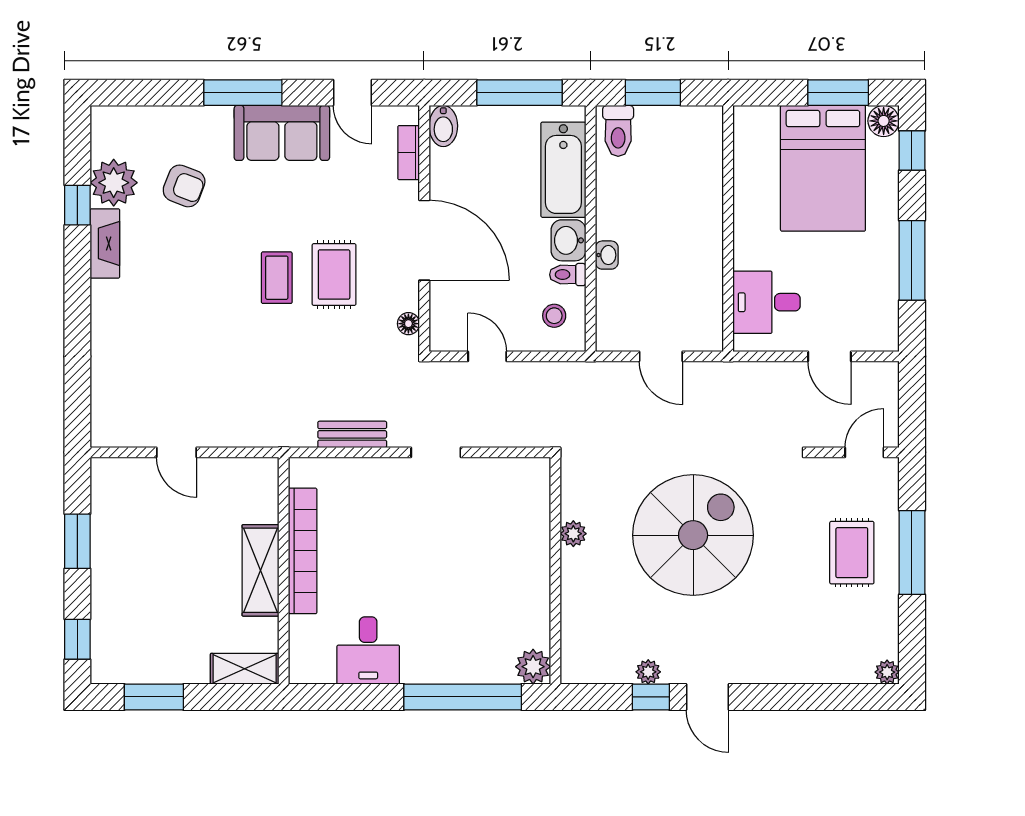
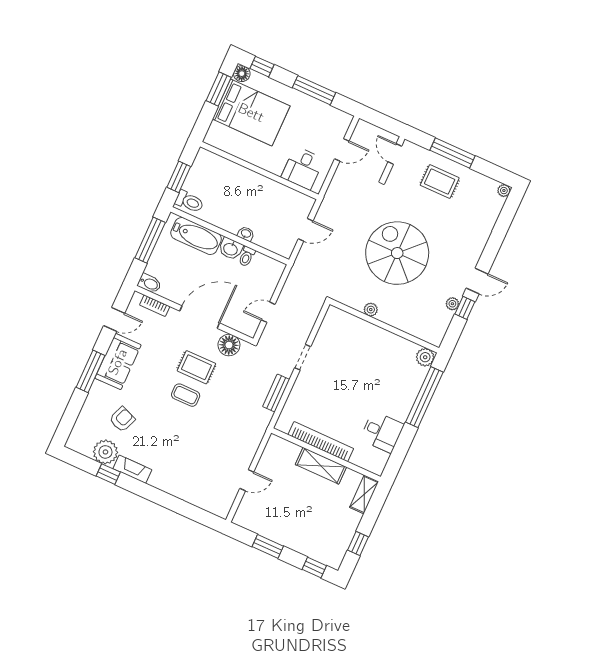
stool: (554, 316) -> (263, 272), removed
floor lamp: (408, 324) -> (229, 345), width x1.89, depth x1.89
window: (154, 697) -> (358, 544), width x0.67

